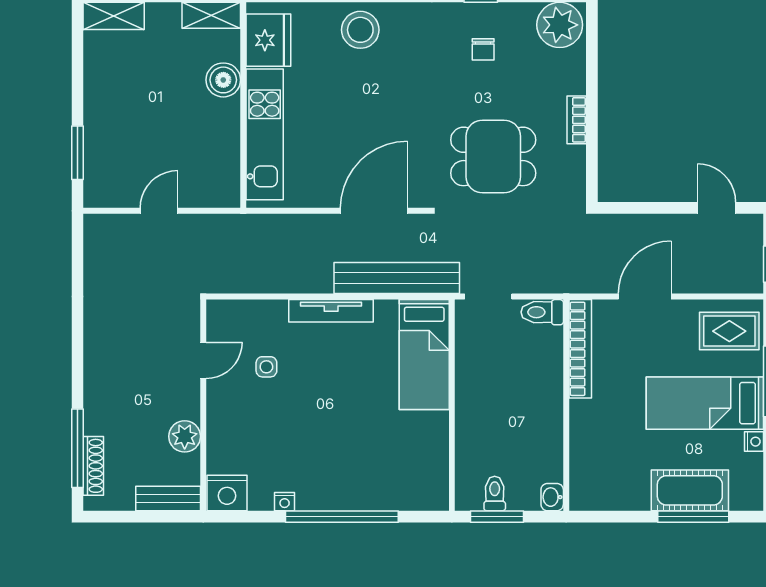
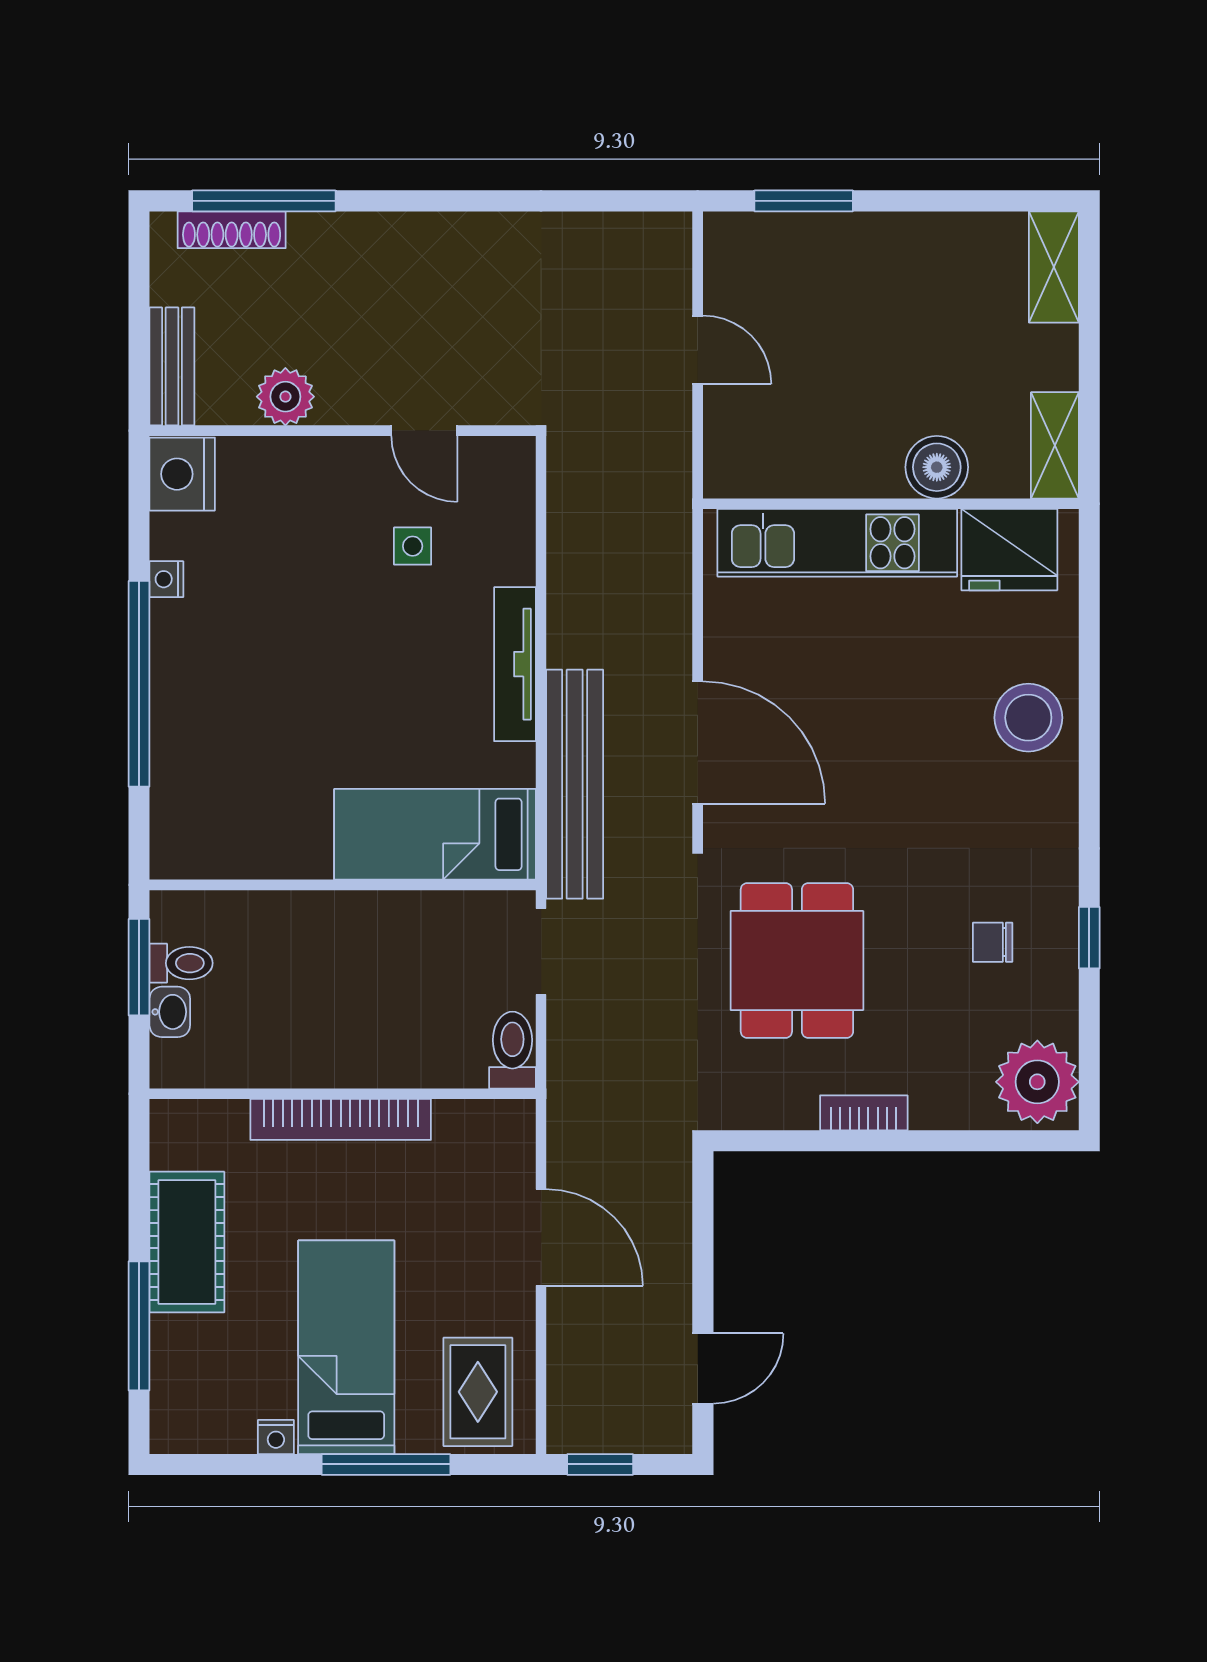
bookcase: (580, 349) -> (341, 1119), moved
cot: (690, 490) -> (187, 1242), moved
washbasin: (552, 497) -> (170, 1012), moved, turned 90

